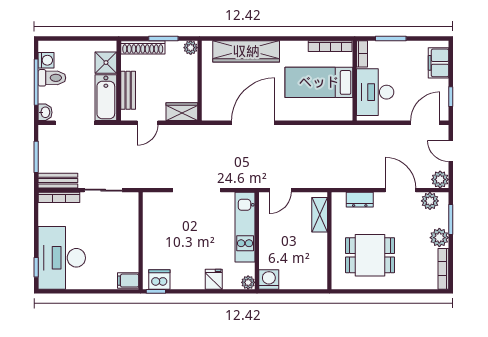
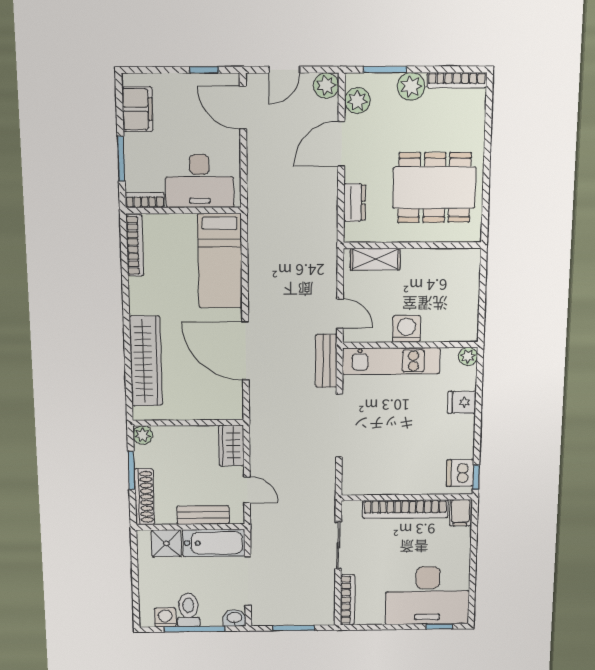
filing cabinet: (439, 63) -> (137, 109), moved, turned -90
bed: (319, 82) -> (220, 261), moved
bench: (58, 181) -> (326, 361), moved
bookcase: (131, 240) -> (405, 509), added
dining table: (370, 255) -> (434, 188), width x1.38
washing machine: (269, 279) -> (407, 329), moved, turned 90

